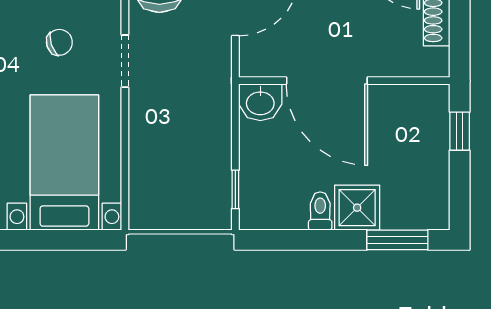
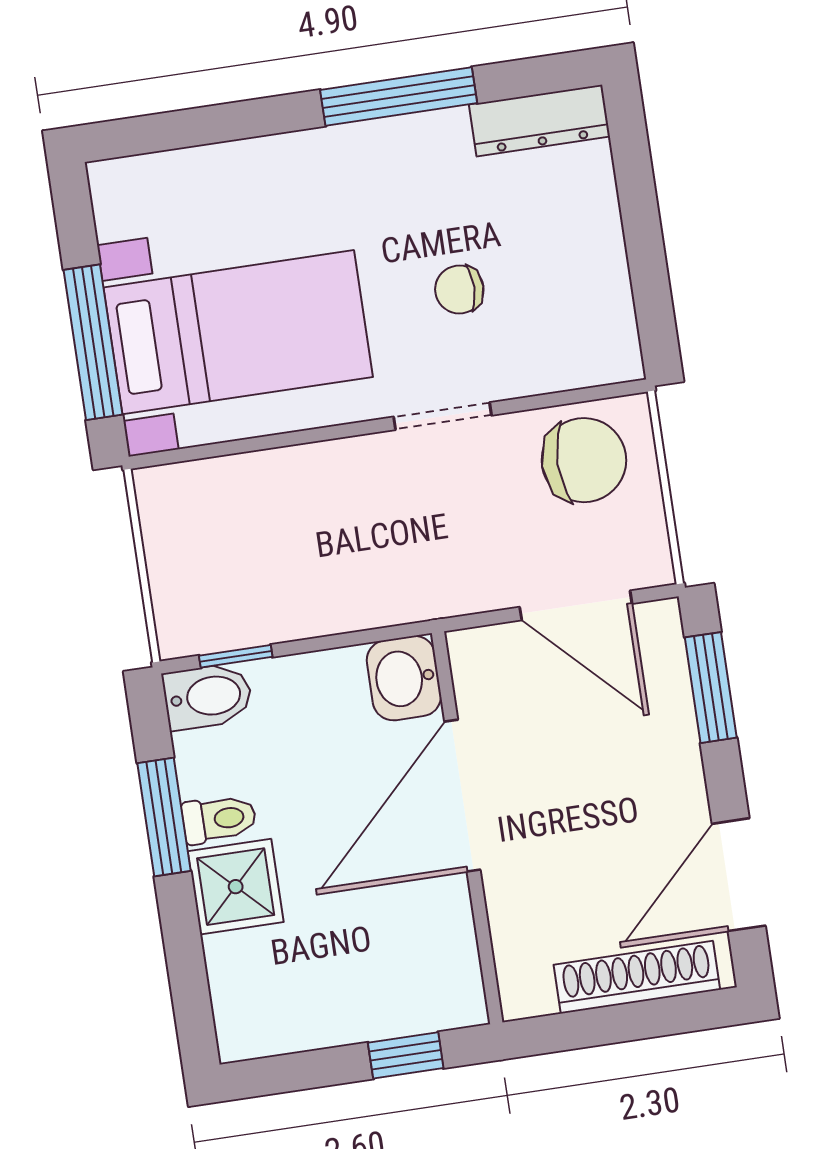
chair: (59, 42) -> (459, 289), turned 108
bidet: (254, 207) -> (208, 696), added
window: (58, 240) -> (93, 342), added
window: (397, 240) -> (164, 817), moved

